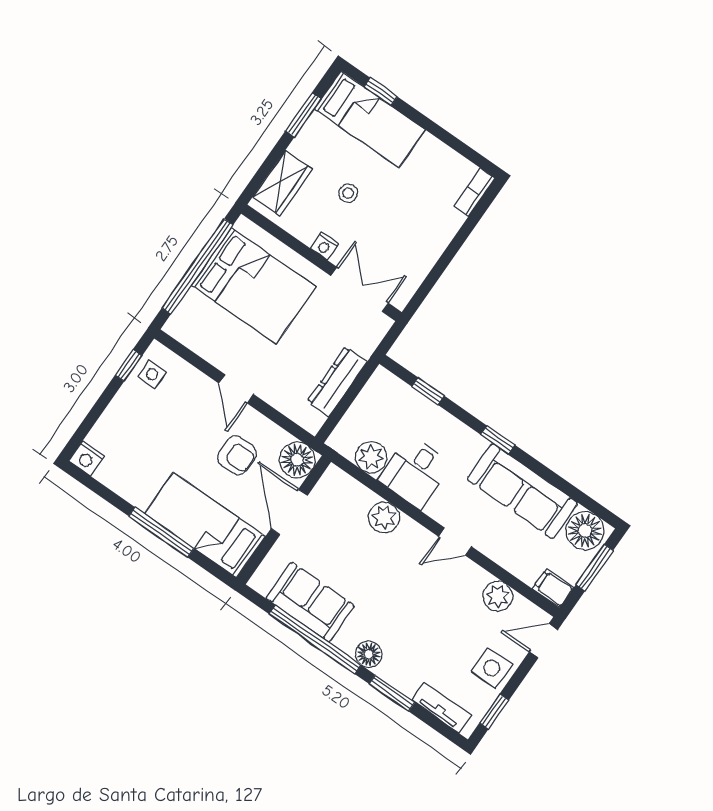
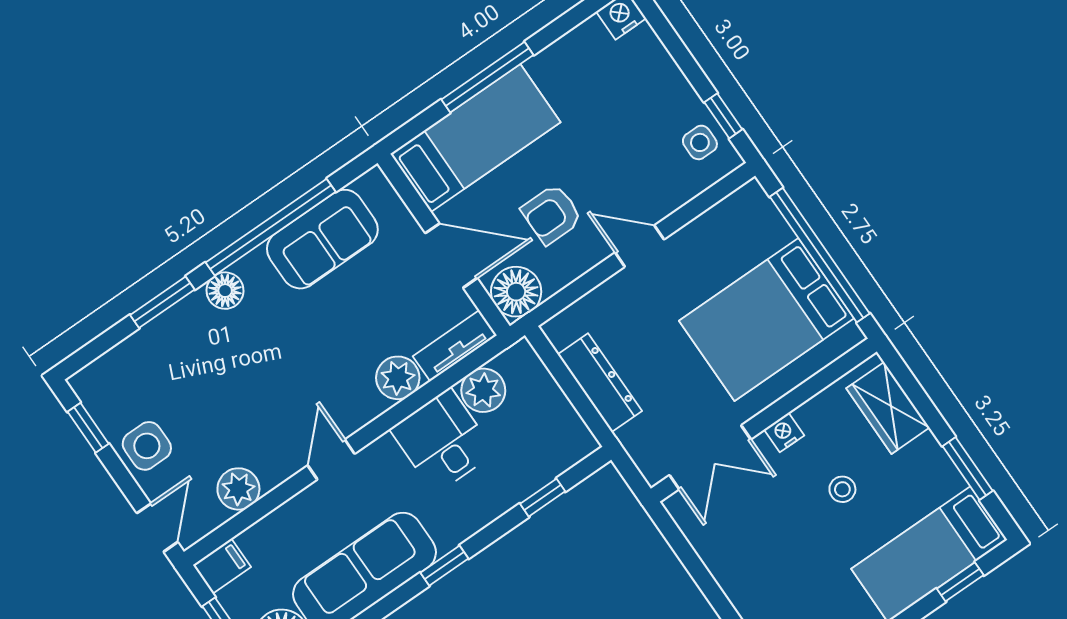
tv unit: (442, 708) -> (455, 346), moved, turned 180

